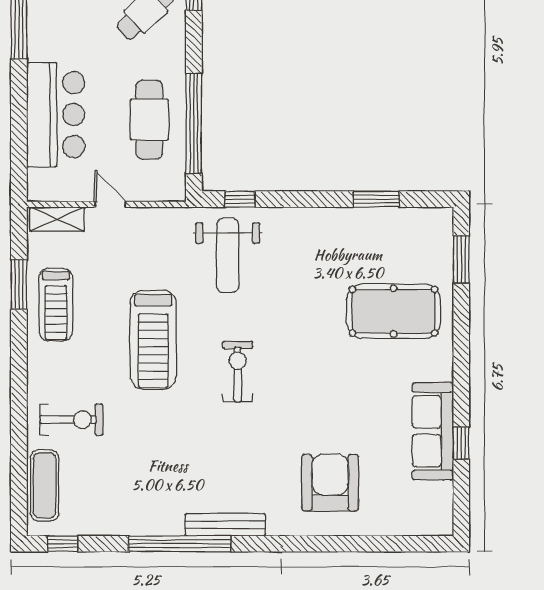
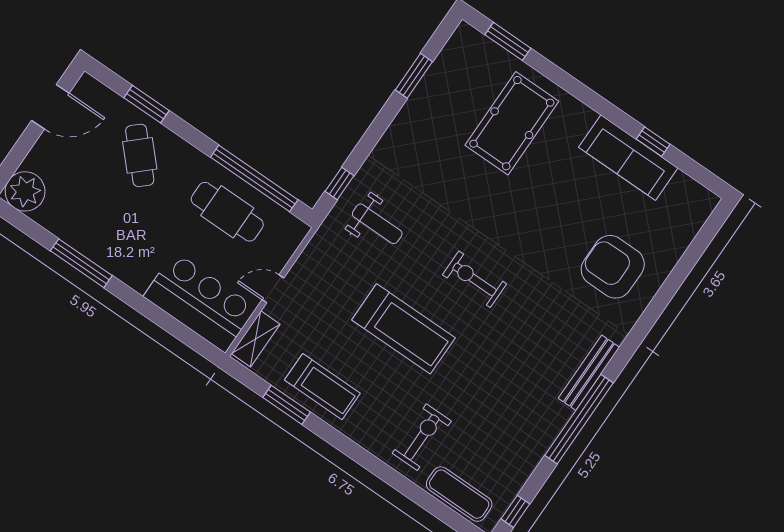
bar counter: (56, 115) -> (200, 302), moved
weight bench: (228, 255) -> (377, 224), width x0.73, depth x0.75

